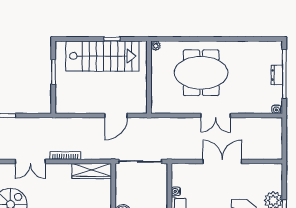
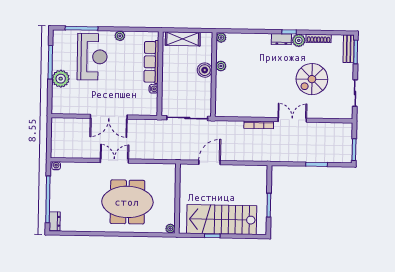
dresser: (277, 75) -> (55, 221), moved
wardrobe: (92, 171) -> (234, 110), removed

